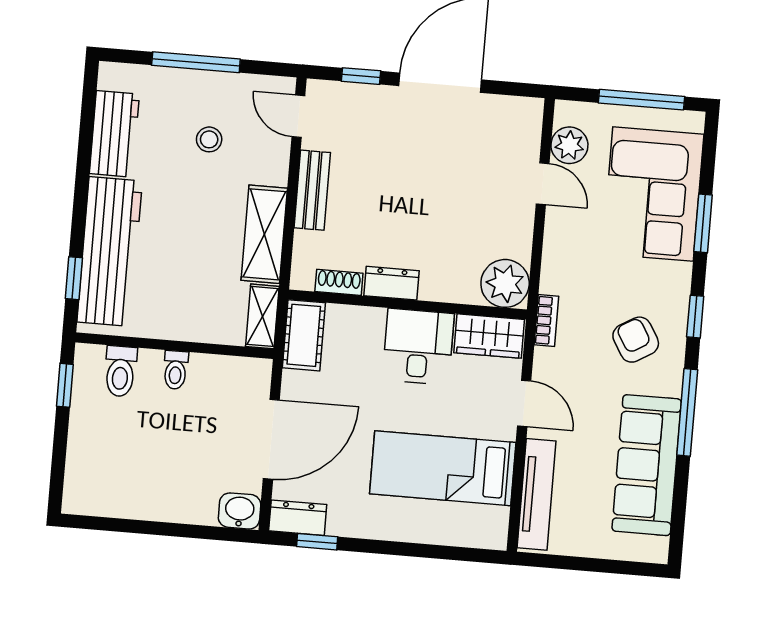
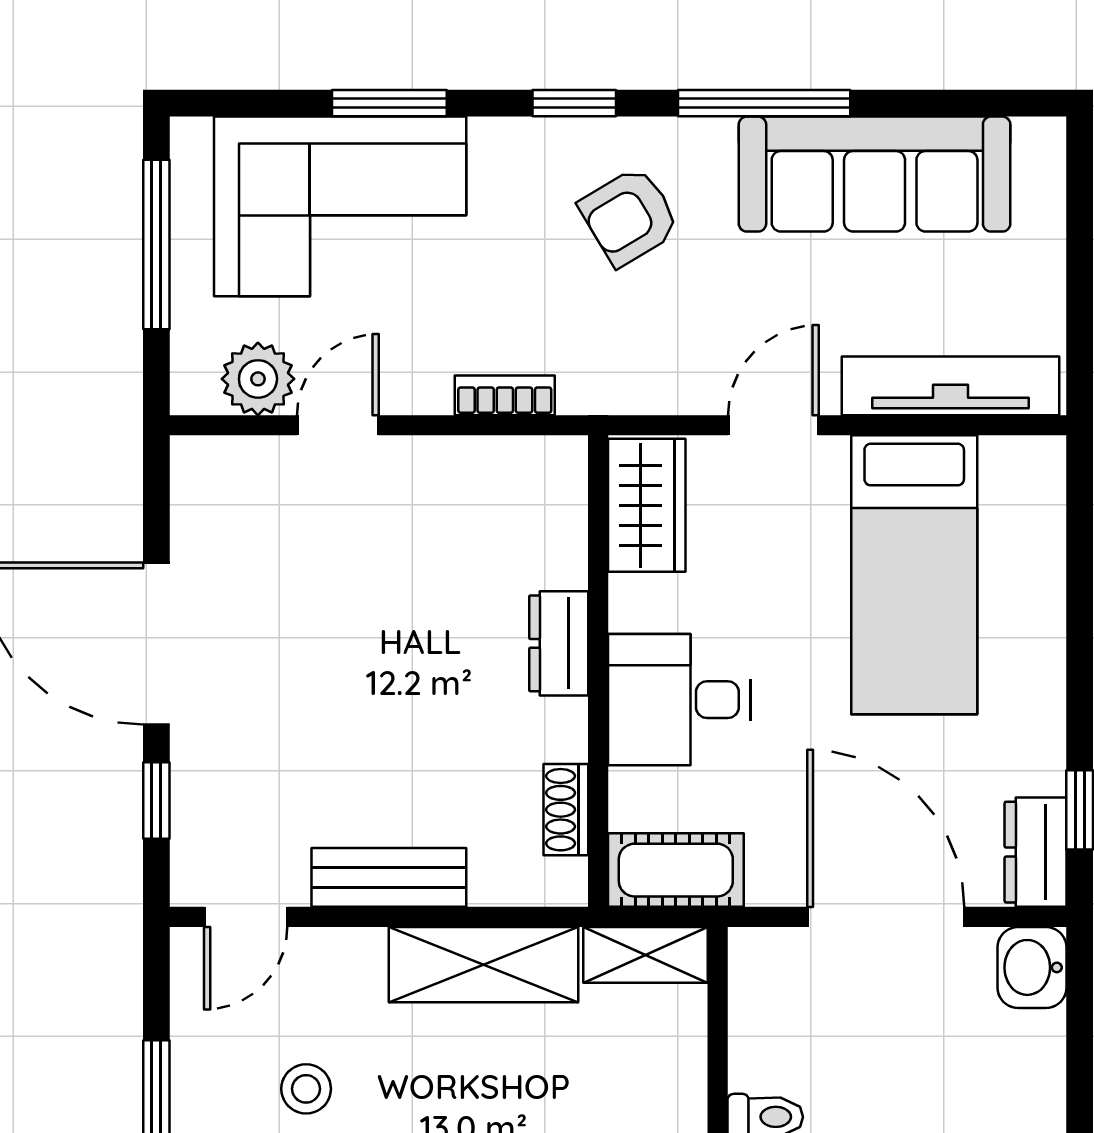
dresser: (391, 283) -> (559, 643), moved
plant: (505, 283) -> (541, 483), removed
bookcase: (546, 320) -> (505, 395), moved
desk: (418, 347) -> (679, 700), moved

